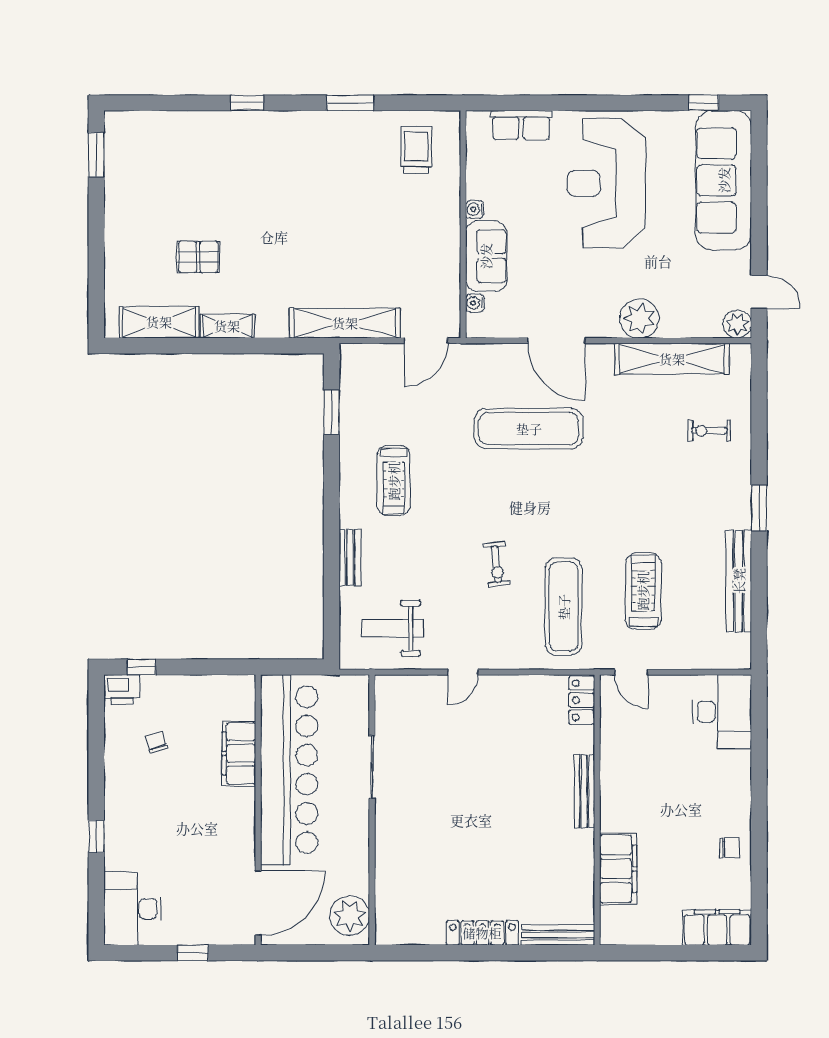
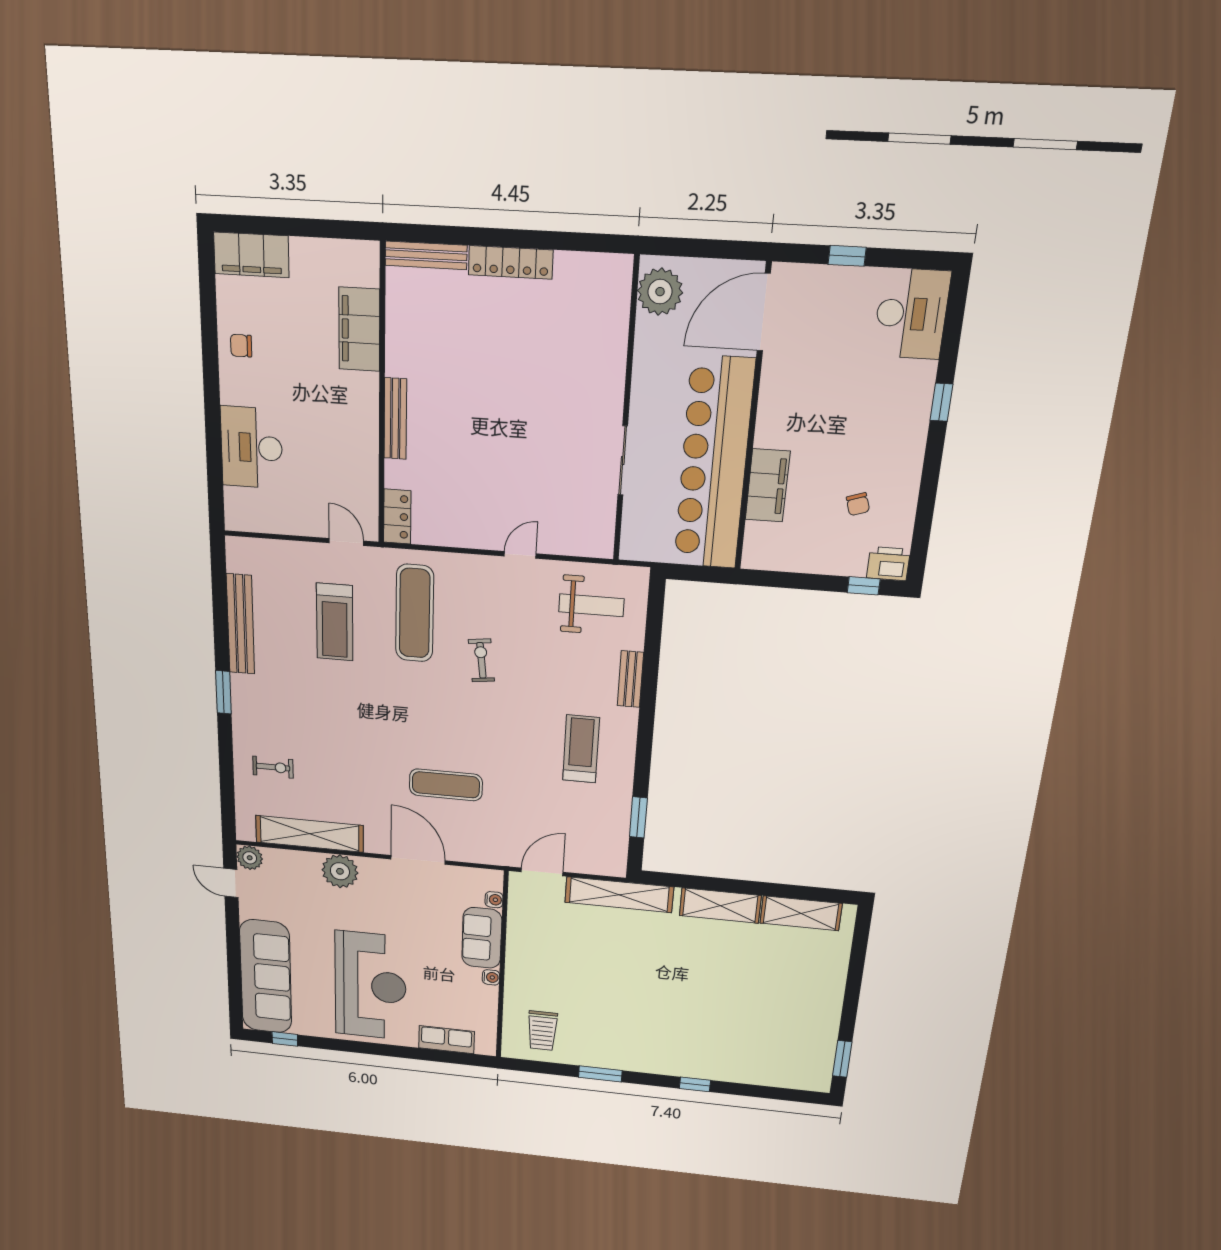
pallet: (198, 257) -> (755, 965), removed
shelving: (227, 326) -> (720, 906), width x1.50, depth x1.33
exercise mat: (529, 429) -> (446, 785), width x0.73, depth x0.69
desk: (722, 712) -> (252, 447), moved

